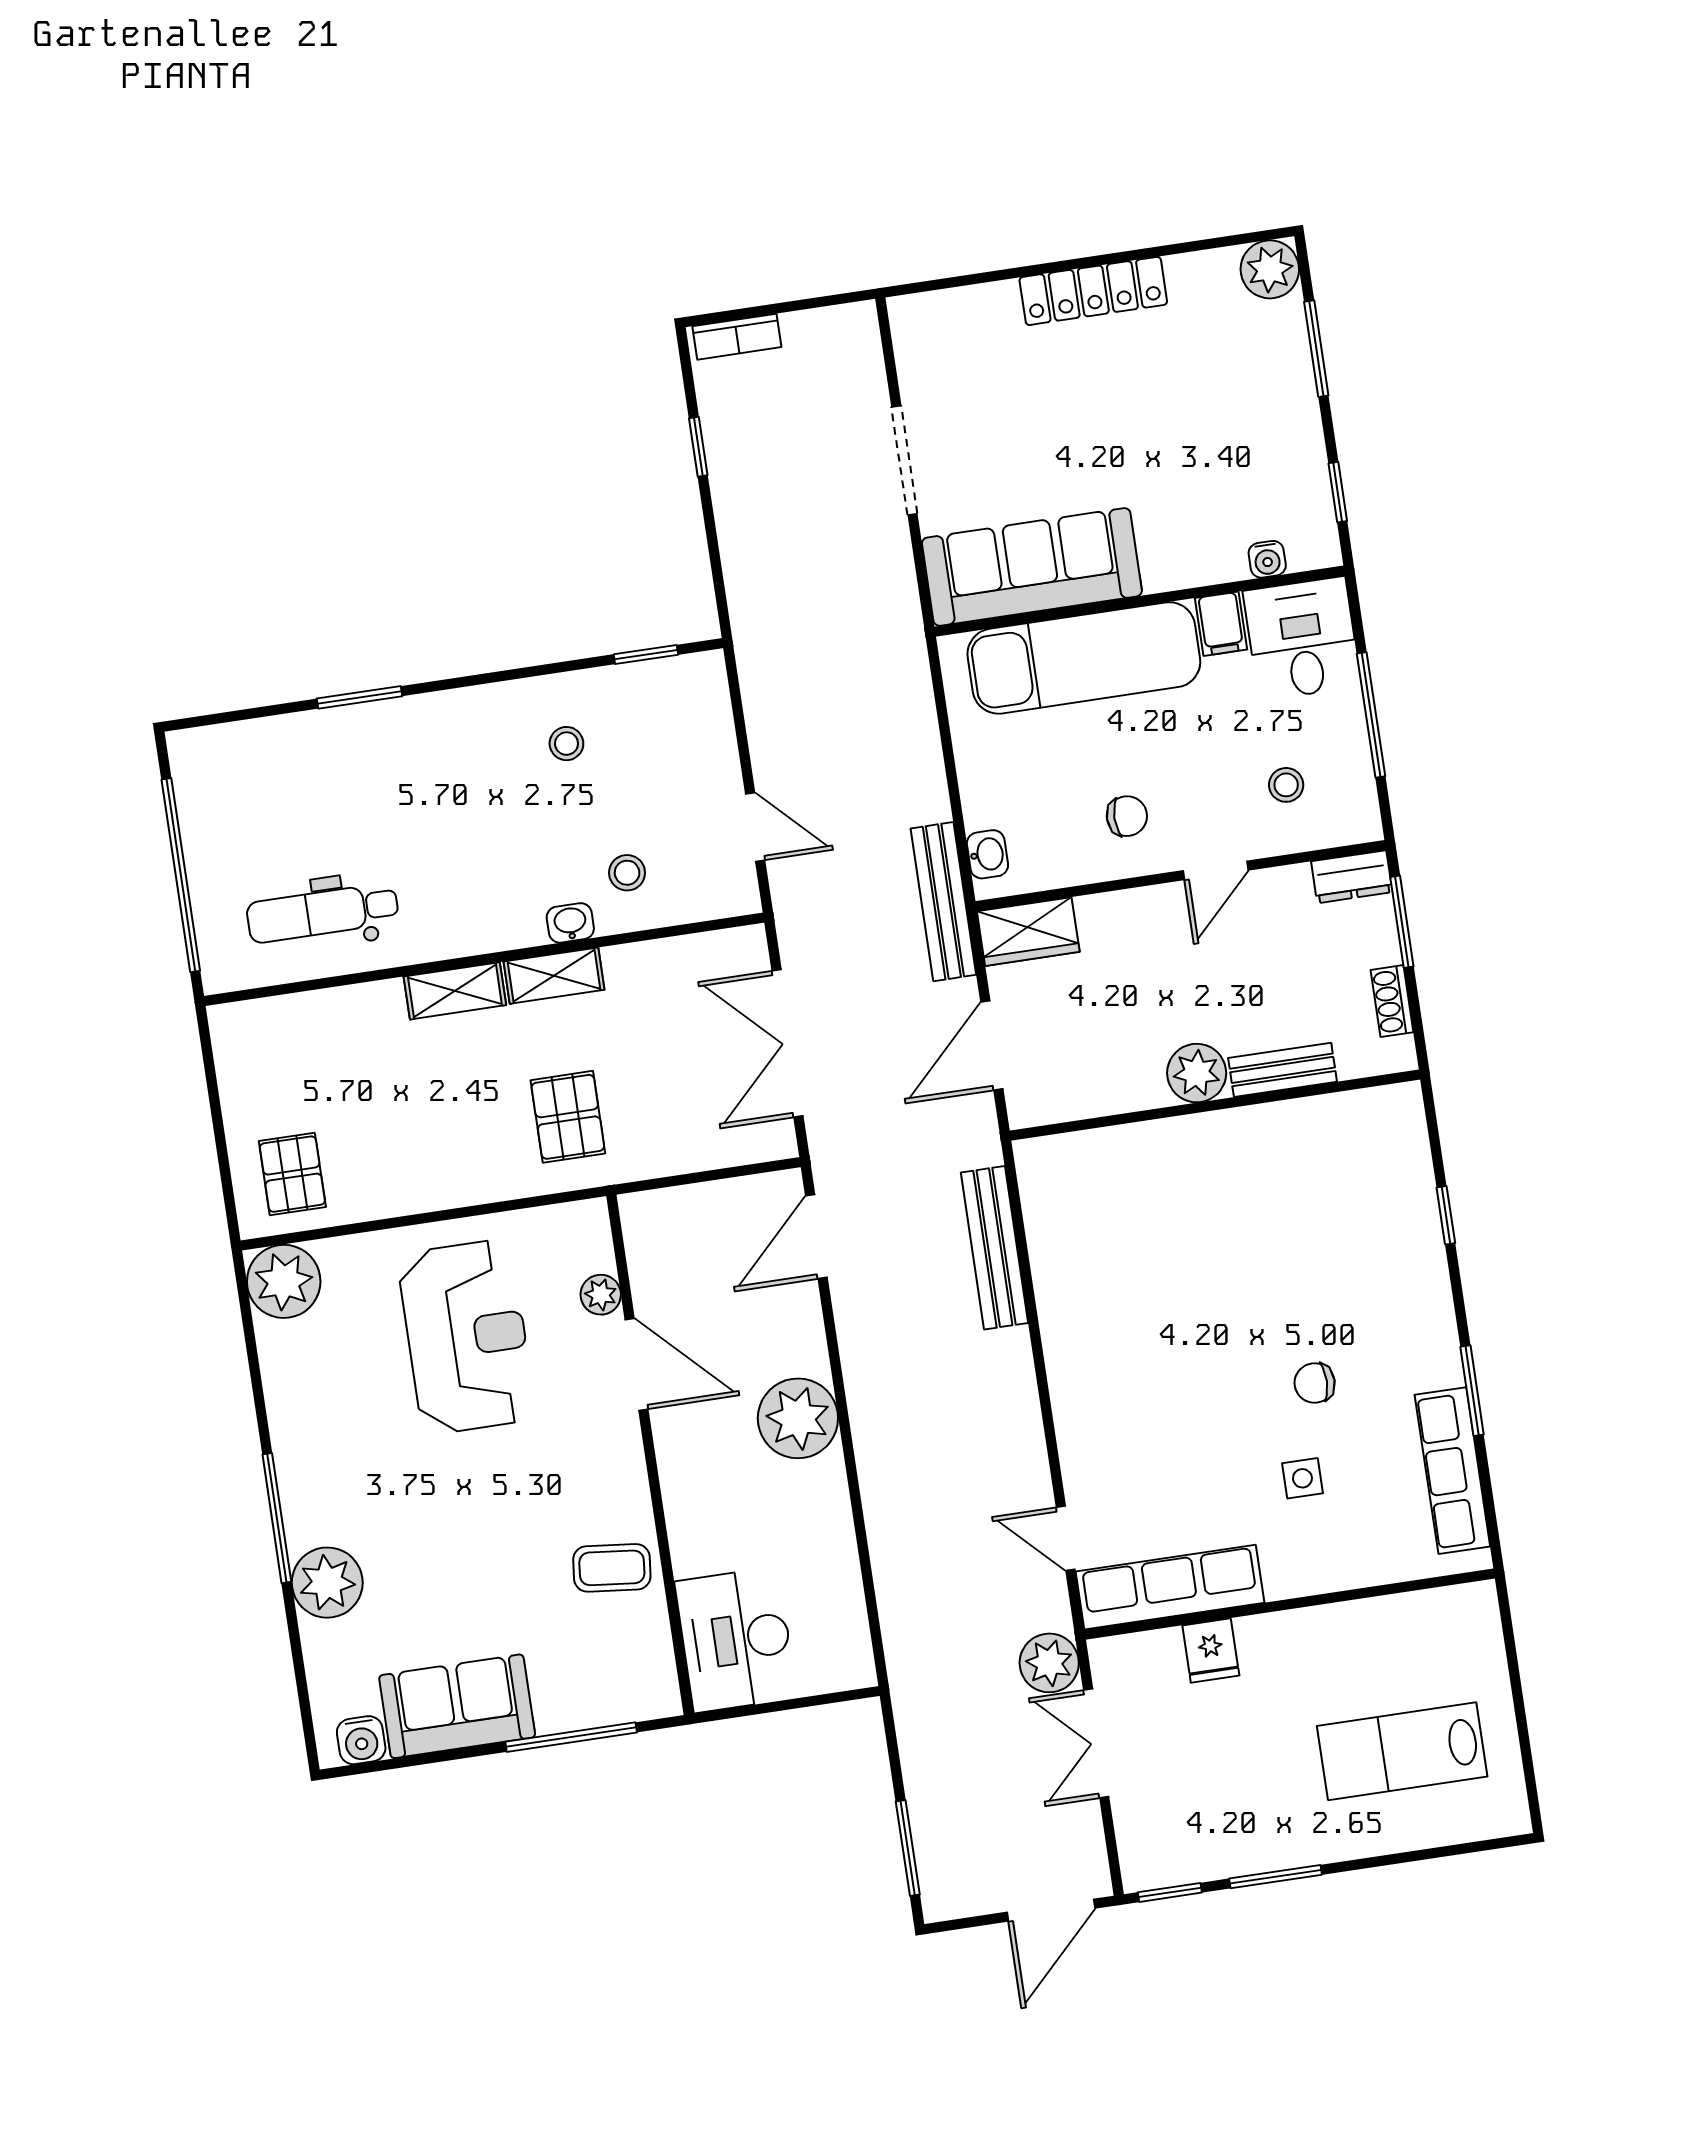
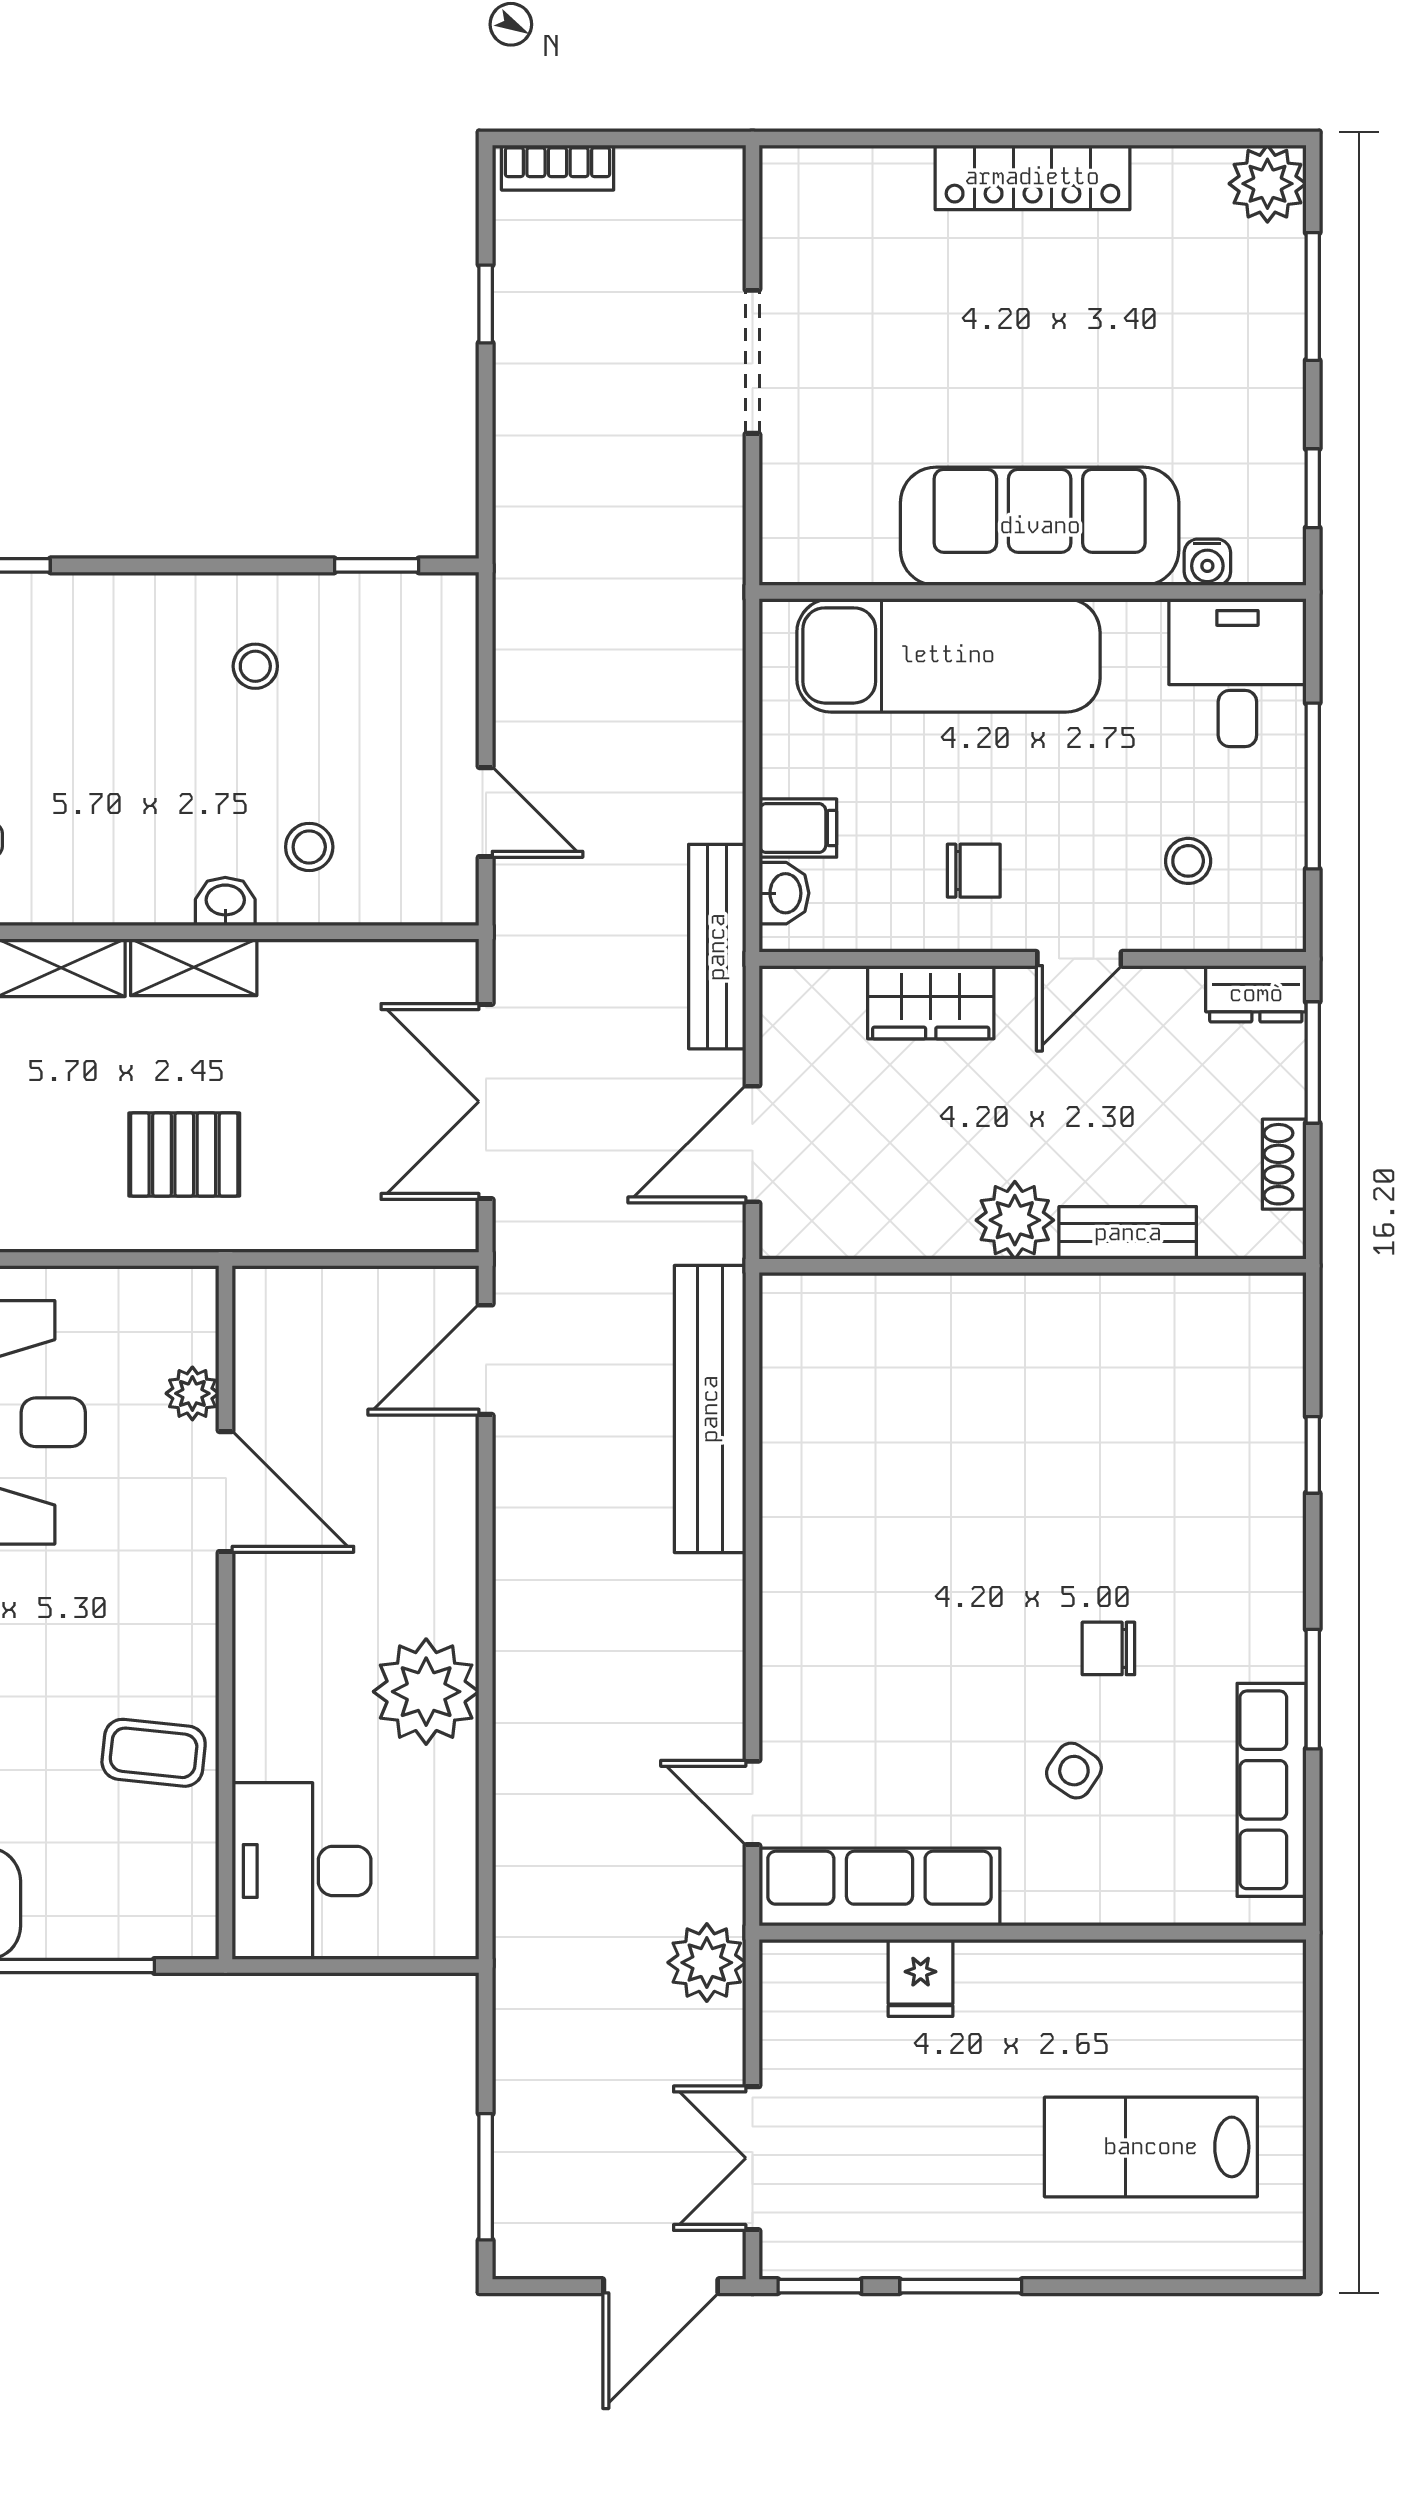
sofa: (1032, 567) -> (1040, 526), moved
filing cabinet: (1221, 624) -> (798, 828), moved, turned -90
wardrobe: (1028, 932) -> (931, 1002), moved
pallet: (568, 1117) -> (184, 1155), turned 90
bench: (995, 1248) -> (710, 1409), width x1.37, depth x1.21
plant: (798, 1418) -> (426, 1692), moved
side table: (1302, 1478) -> (1074, 1771), turned 34
double door: (1096, 1743) -> (752, 2158), moved

